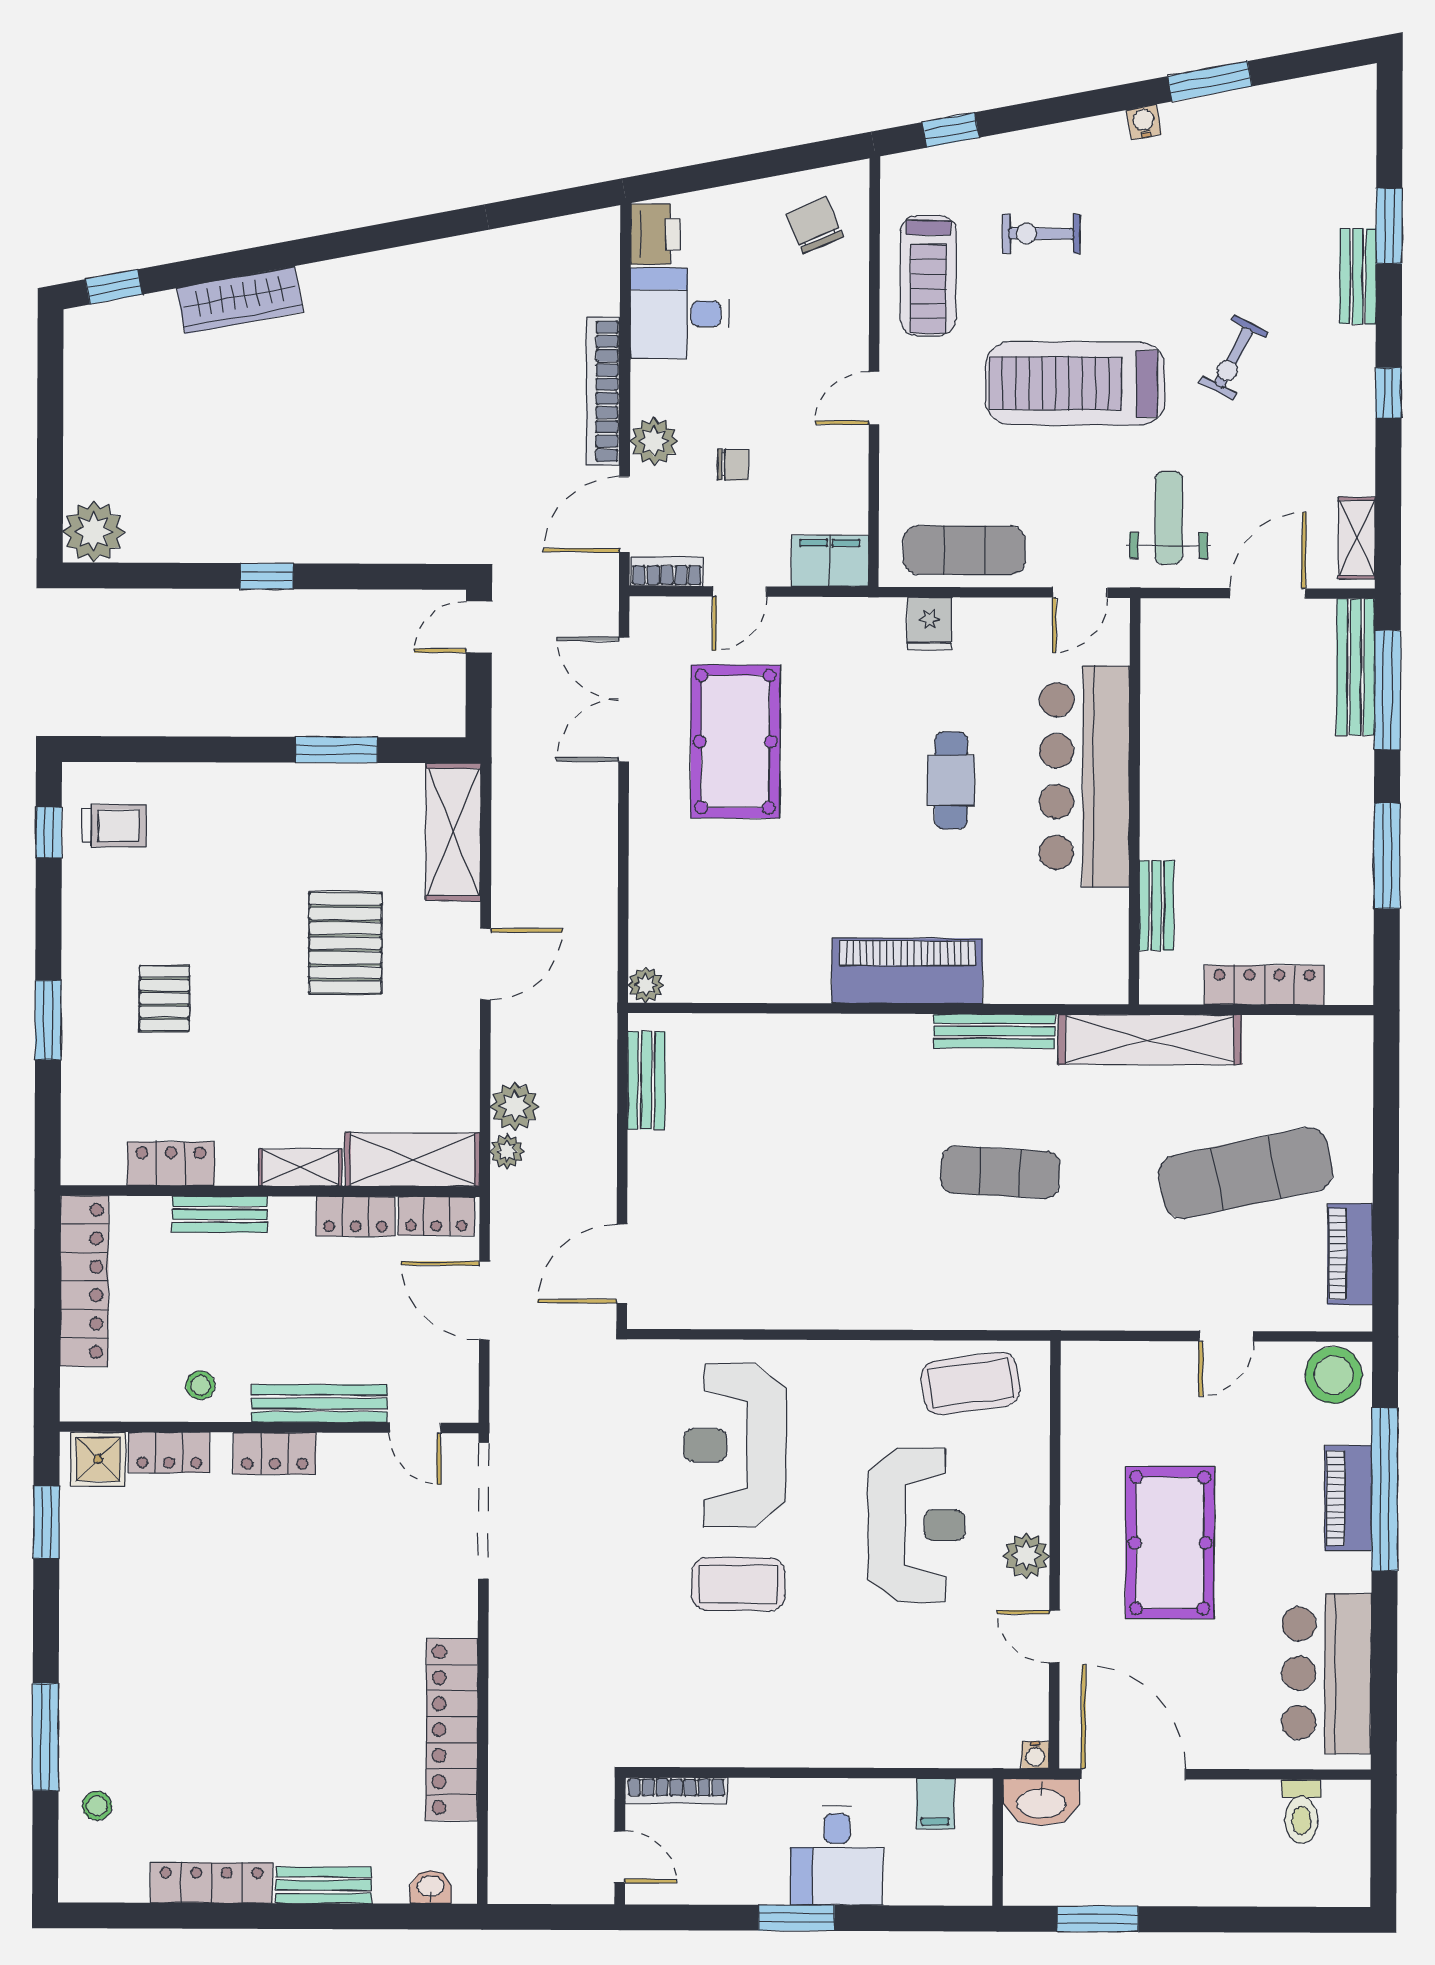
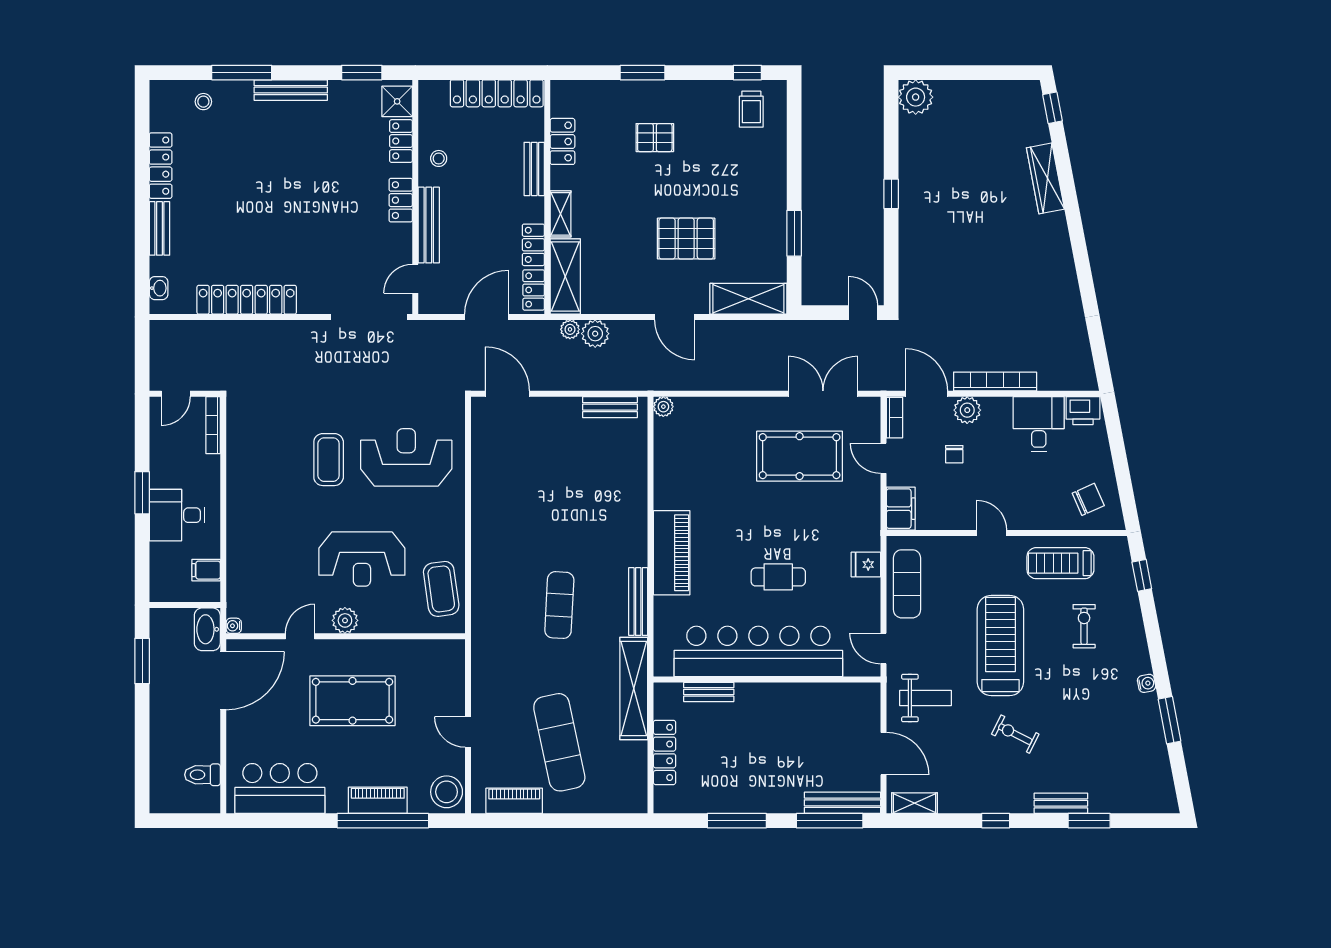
bar counter: (1084, 776) -> (758, 651), width x1.36
bench: (77, 1649) -> (291, 90), added

